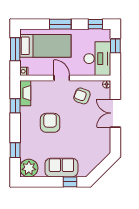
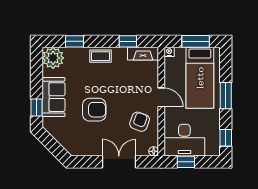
window: (115, 46) -> (186, 162), moved
door: (62, 78) -> (161, 97), hinge flipped
armchair: (50, 123) -> (94, 110), moved
coffee table: (27, 128) -> (101, 56), added

